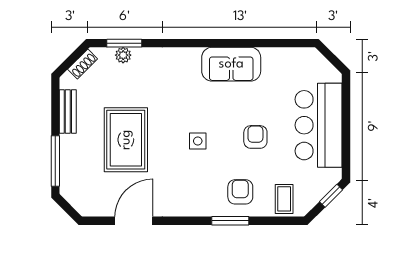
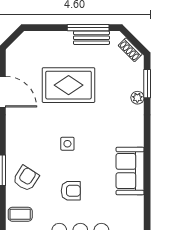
plant: (123, 55) -> (137, 98), moved
window: (55, 161) -> (88, 28), moved
armchair: (240, 192) -> (26, 178), turned -57

